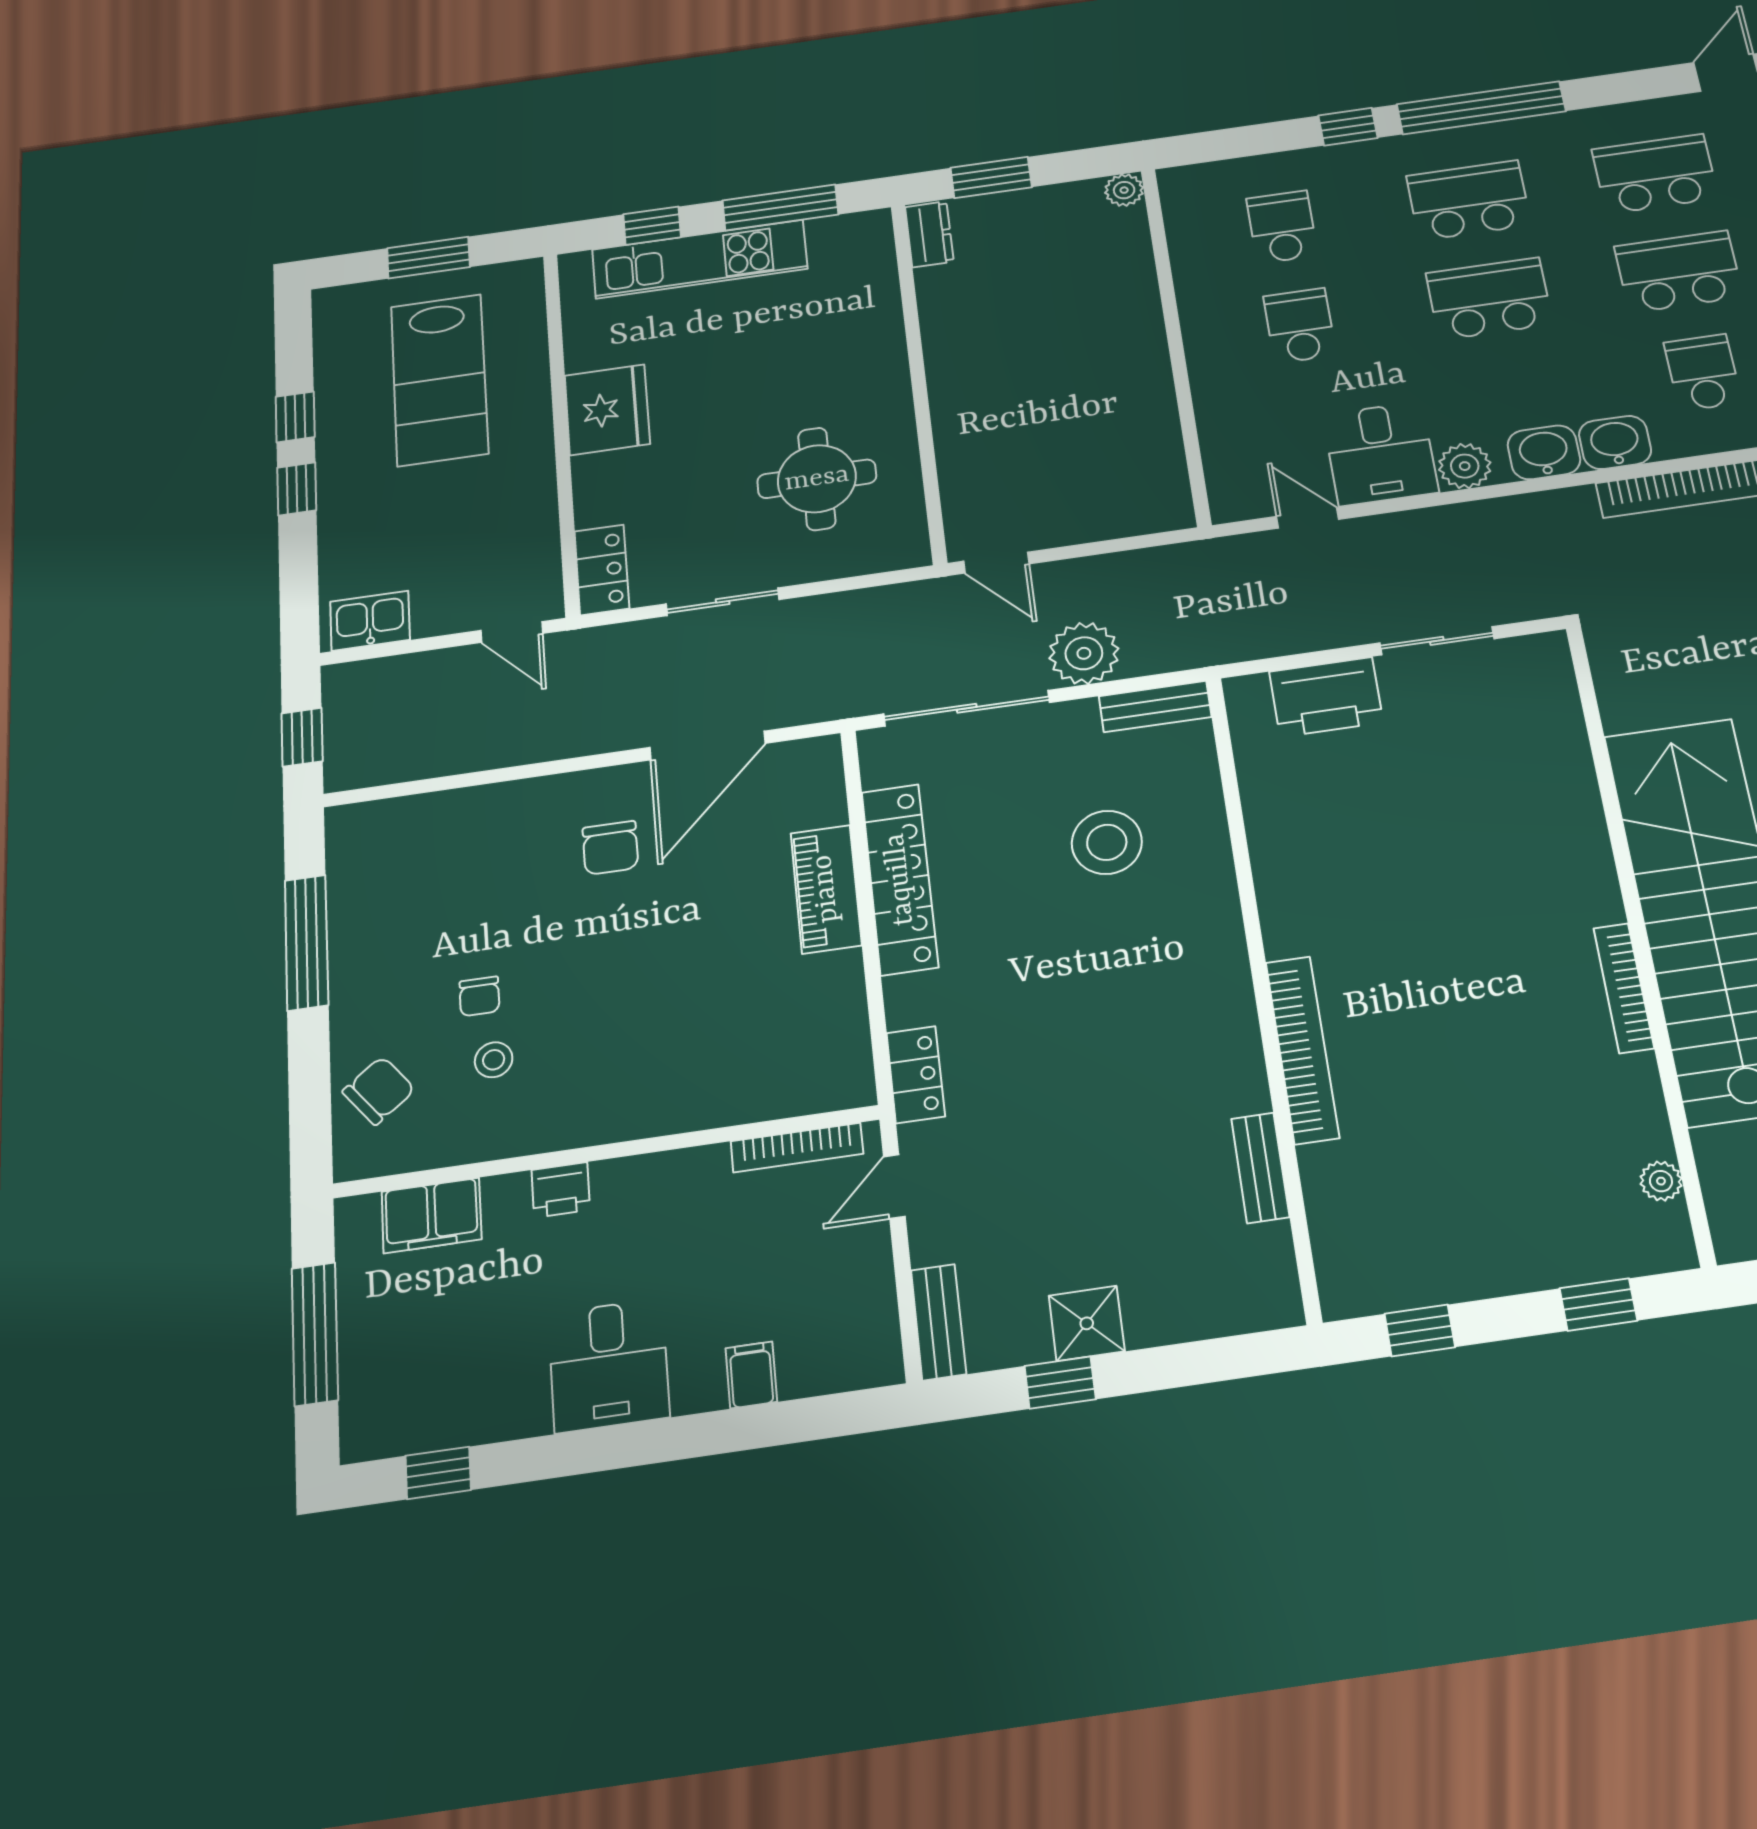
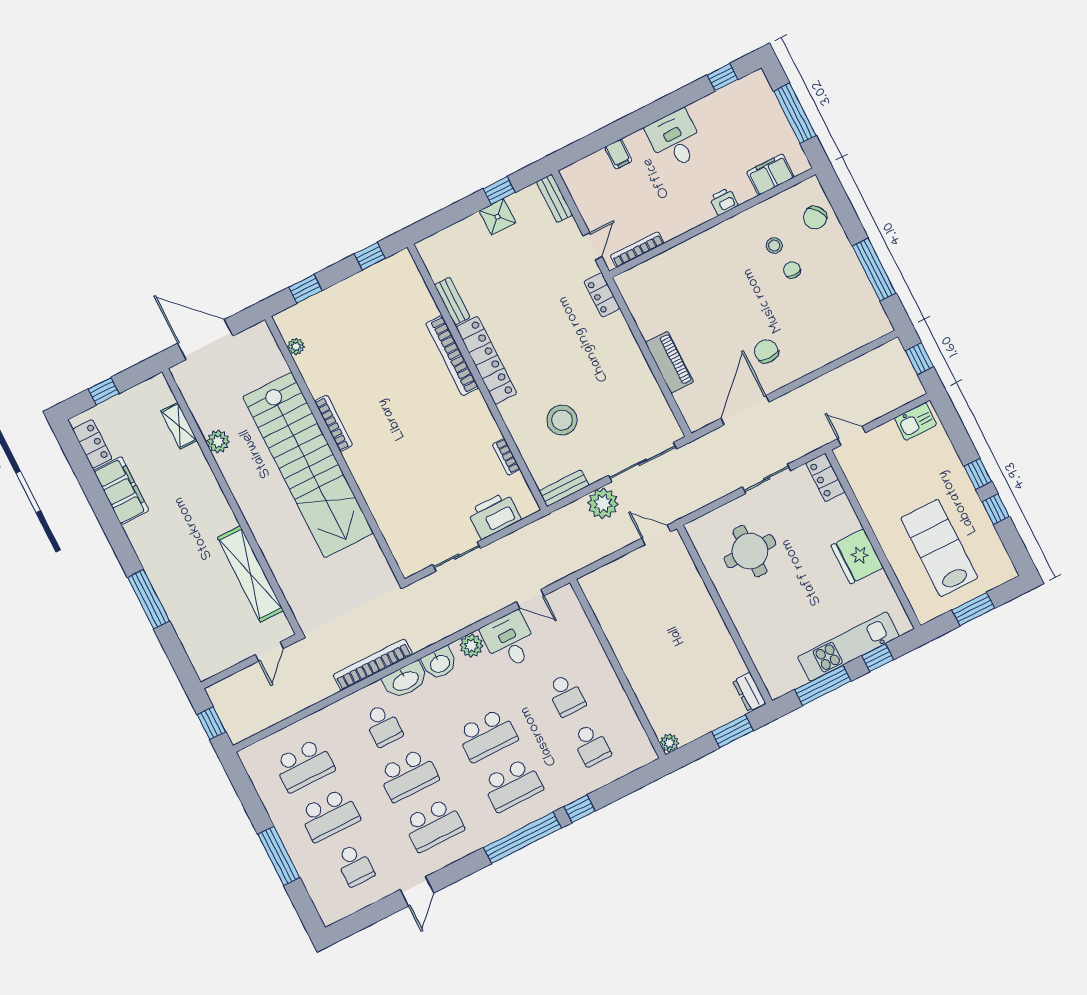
washbasin: (1615, 442) -> (405, 680), width x1.38
bookcase: (1257, 804) -> (506, 457), added
locker: (900, 879) -> (486, 360), moved, turned 180

